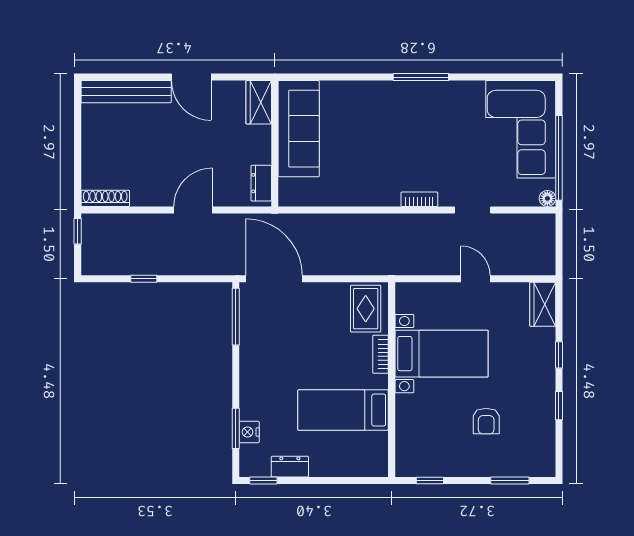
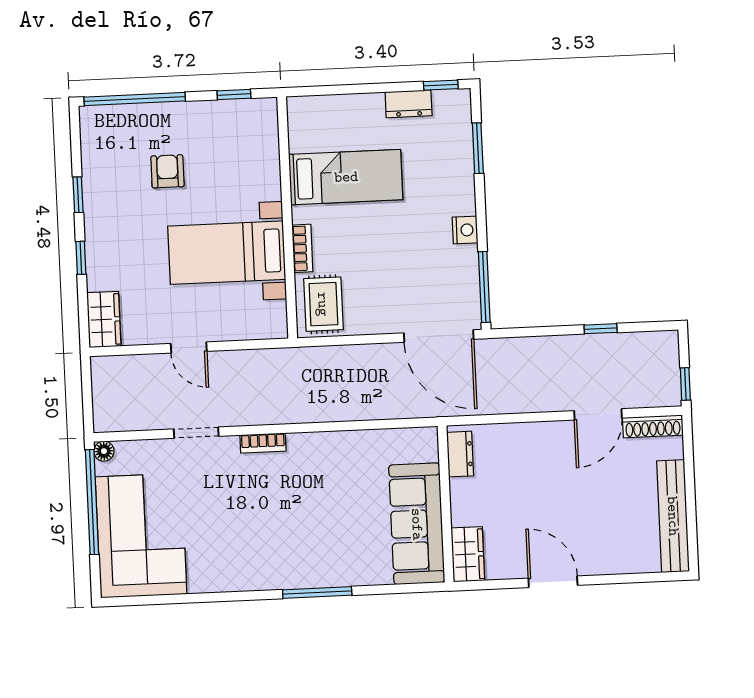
window: (421, 77) -> (317, 592), moved
bench: (126, 92) -> (673, 516), moved, turned 90
door: (193, 210) -> (598, 414), moved
nightstand: (249, 432) -> (465, 230), moved
window: (510, 480) -> (135, 99), width x2.11

